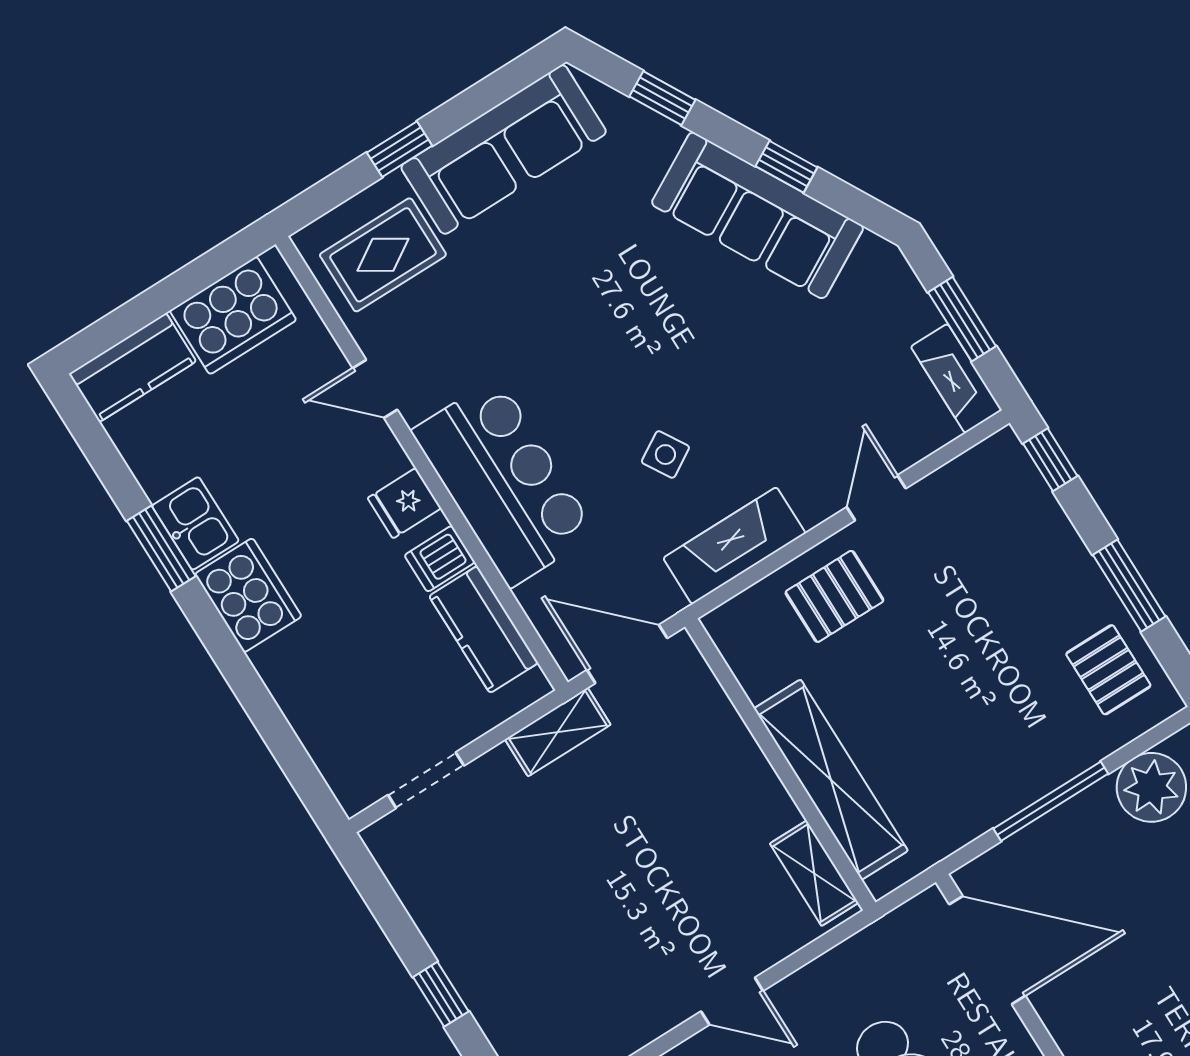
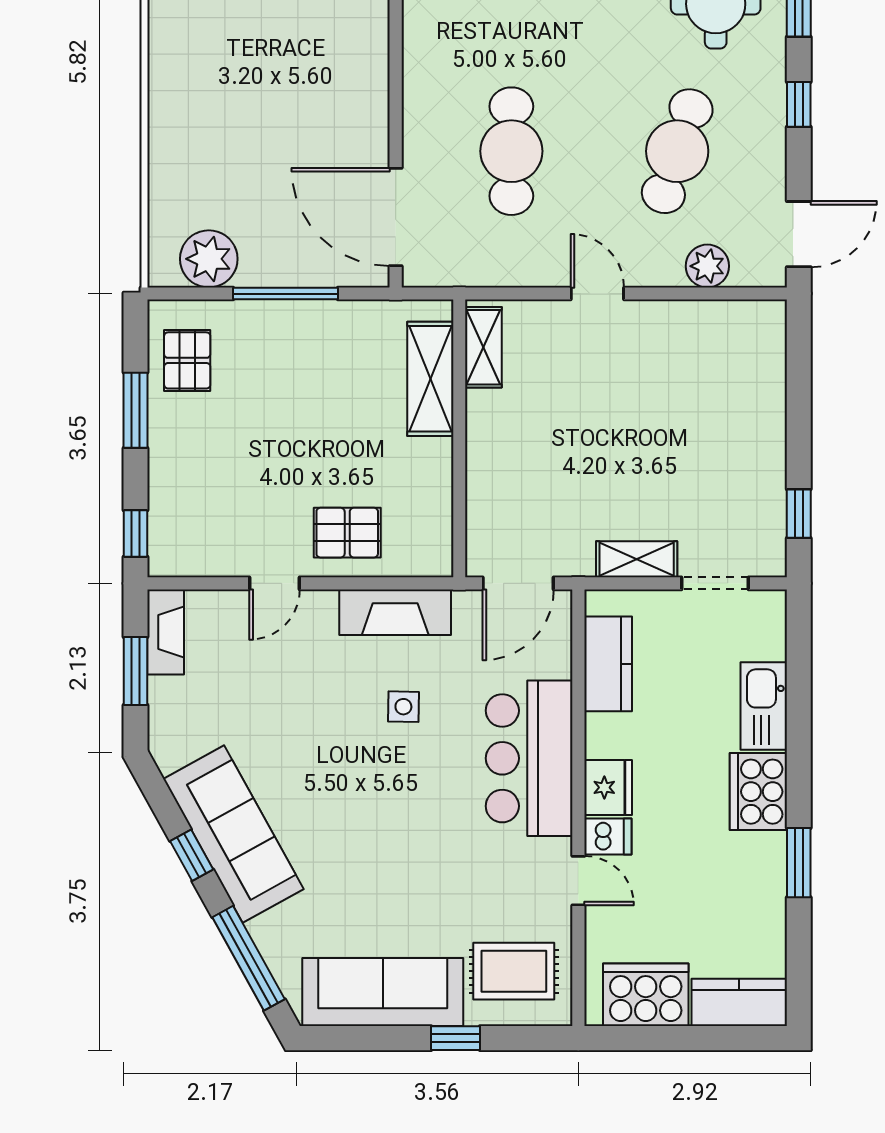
window: (662, 98) -> (249, 958), width x2.17
side table: (665, 455) -> (403, 707), turned 32
fridge: (404, 503) -> (608, 787), width x1.38
kitchen sink: (195, 523) -> (764, 706), moved, width x1.38
dishwasher: (440, 559) -> (608, 836), moved
door: (627, 654) -> (518, 583), hinge flipped
shelving: (558, 732) -> (637, 559), moved
shelving: (831, 780) -> (430, 379), width x0.68
window: (441, 994) -> (799, 514), moved

